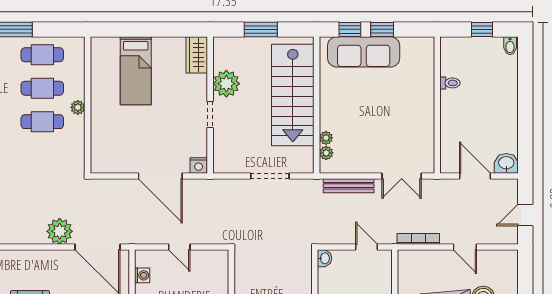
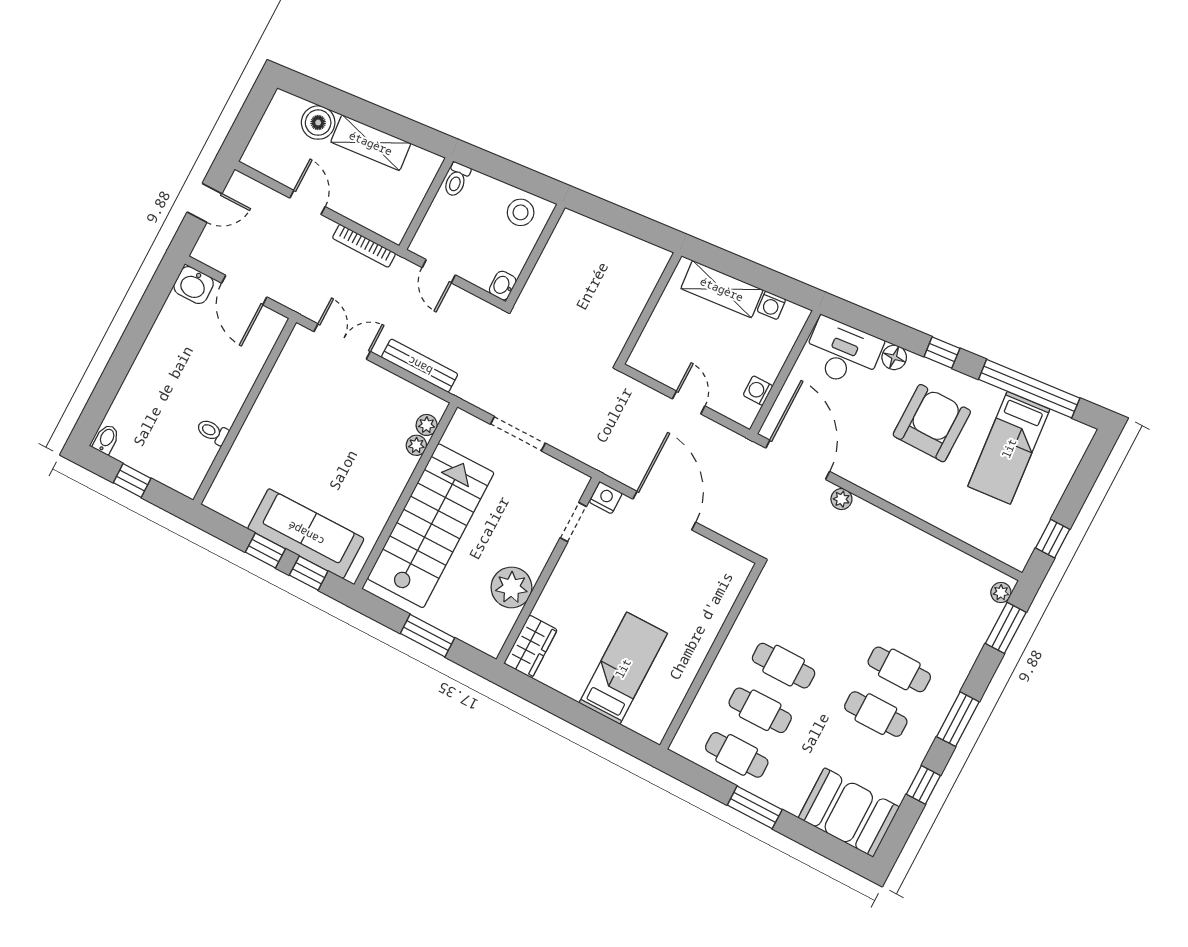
plant: (78, 107) -> (726, 660), removed
doorway: (210, 114) -> (573, 522), moved
plant: (60, 231) -> (841, 499), width x0.53, depth x0.53

